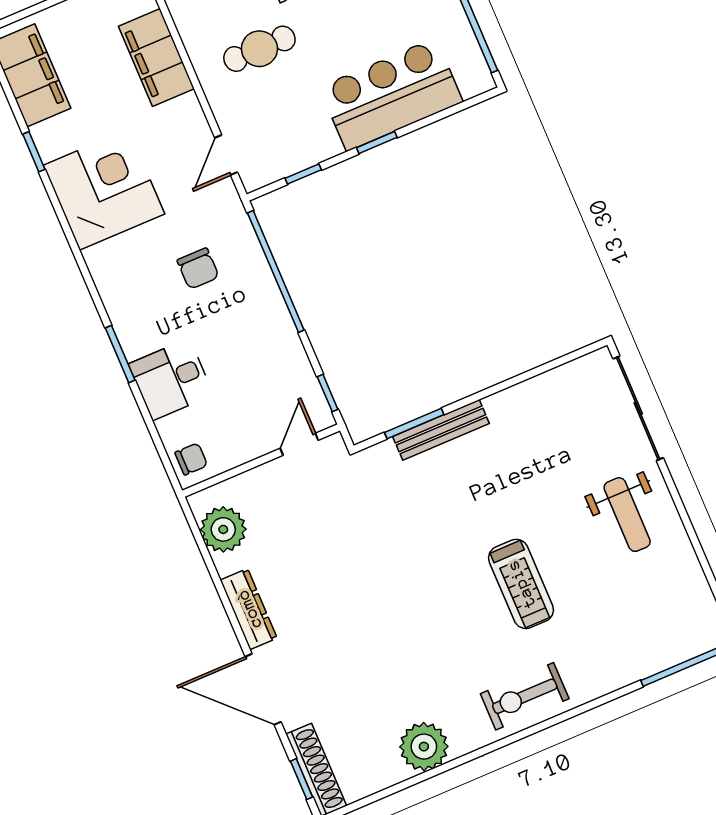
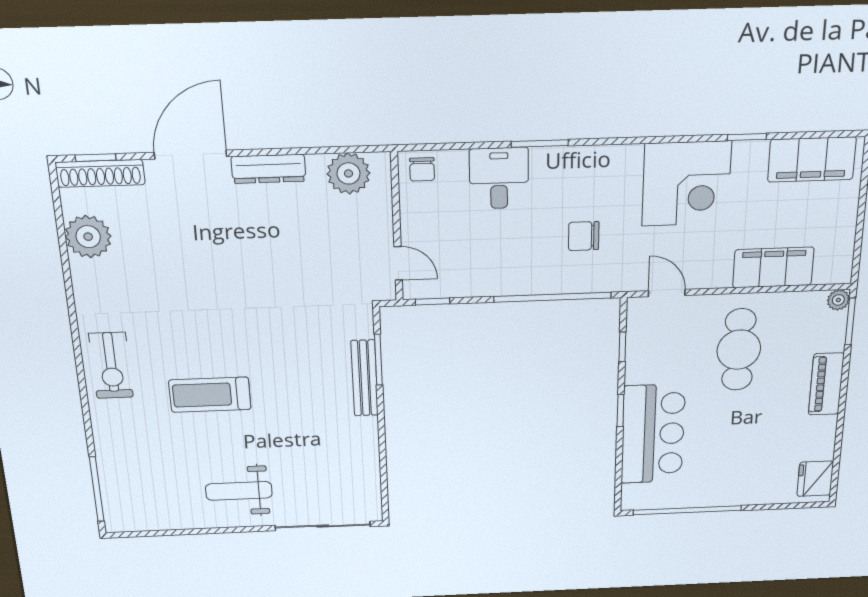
cafe table: (259, 49) -> (739, 350), width x1.37, depth x1.35
exercise bike: (525, 696) -> (111, 365), turned 180
plant: (424, 747) -> (88, 237), moved

